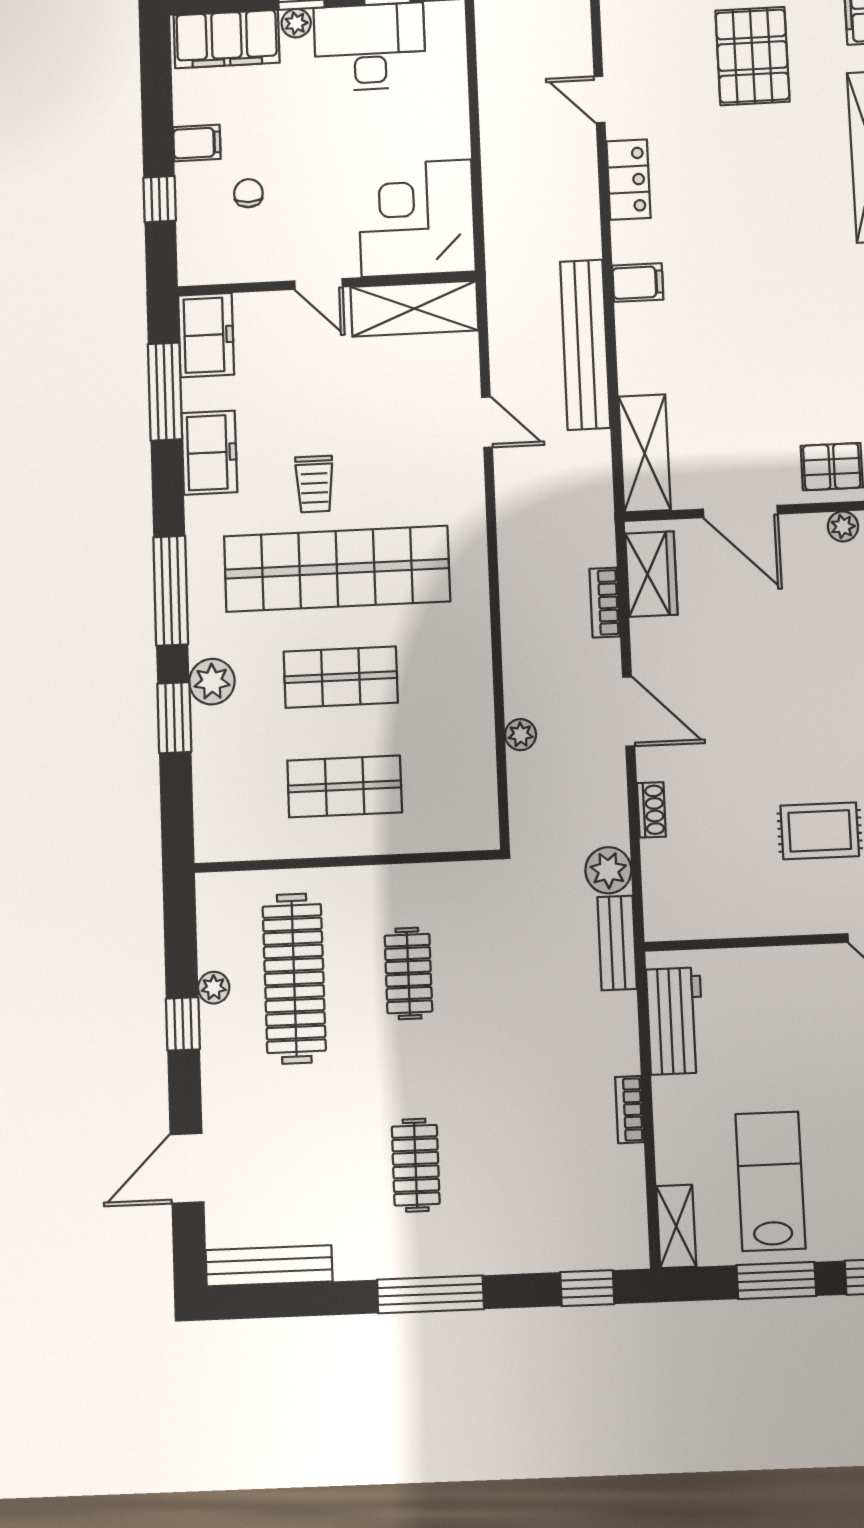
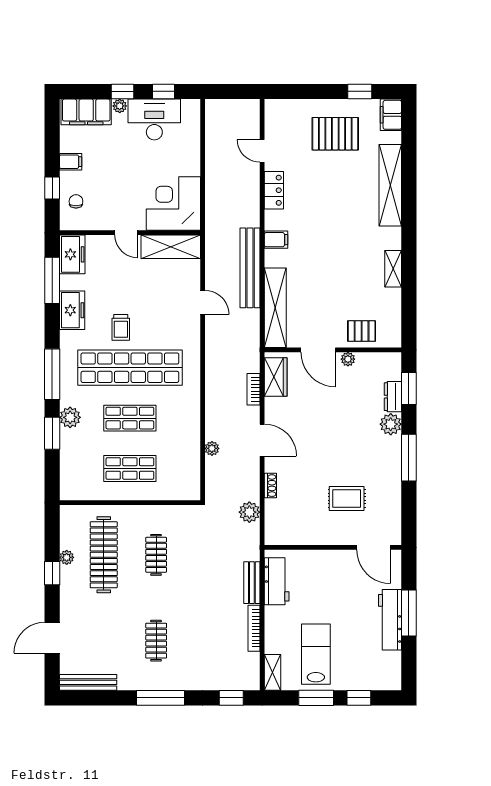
pallet: (752, 56) -> (335, 134), turned 90
chair: (248, 193) -> (76, 201), moved
shelving: (645, 453) -> (275, 308), width x1.47
plant: (843, 526) -> (348, 359), moved
bench: (617, 943) -> (252, 583), moved
bookcase: (630, 1110) -> (254, 628), width x1.56

